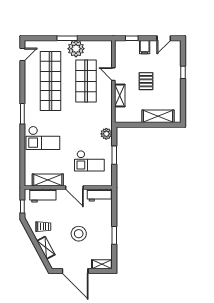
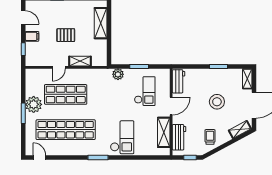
shelving: (46, 248) -> (240, 129), moved

